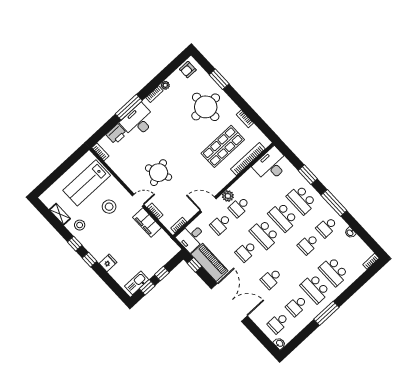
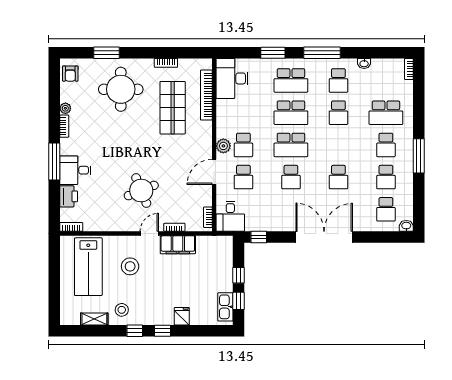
desk: (138, 121) -> (75, 170), width x0.73
piano: (209, 262) -> (269, 221), removed
school desk: (315, 289) -> (386, 145), width x0.54

